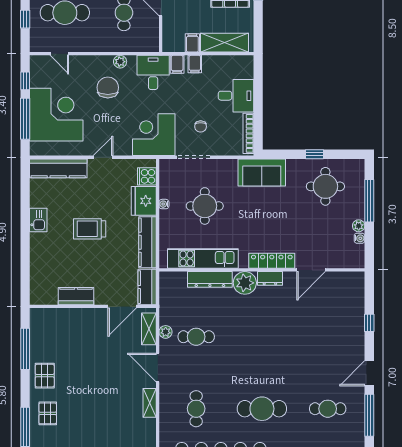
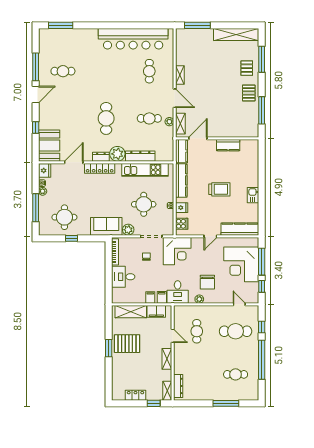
filing cabinet: (192, 43) -> (156, 311), width x2.00
plant: (228, 167) -> (128, 230), added
fridge: (144, 201) -> (182, 208), width x0.53, depth x0.75
fridge: (356, 257) -> (45, 171), added
booth: (349, 295) -> (49, 146), added
cafe table: (262, 409) -> (106, 118), moved, turned 90

